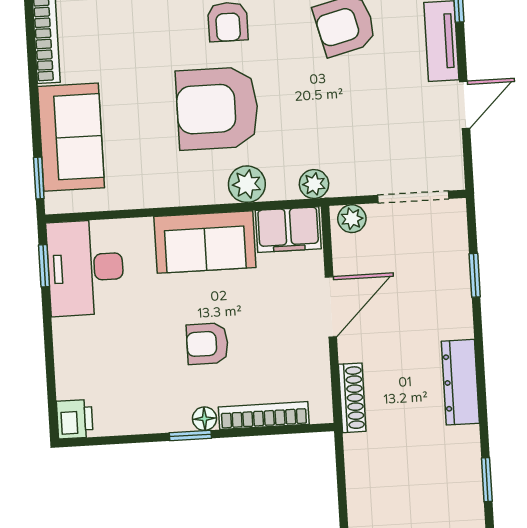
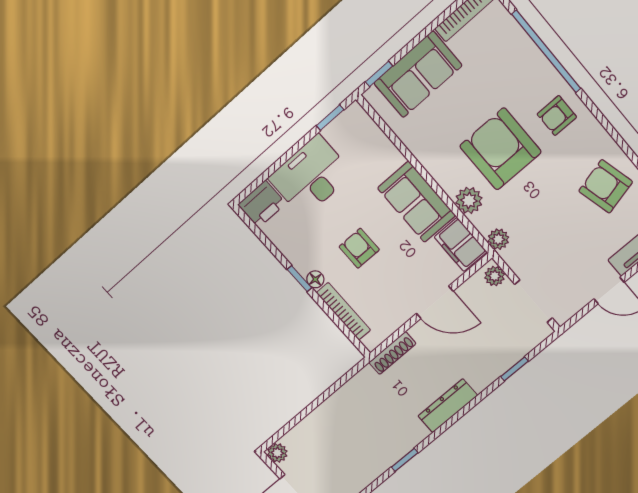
desk: (85, 268) -> (311, 176), moved
printer: (75, 419) -> (262, 204), width x1.36, depth x1.24

